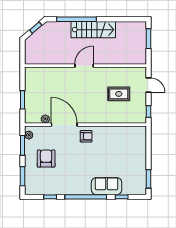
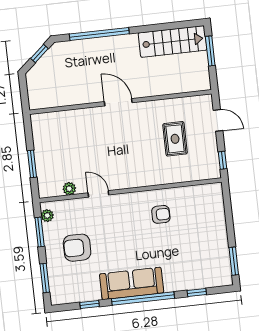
stairs: (93, 30) -> (173, 42), moved
door: (84, 66) -> (118, 102), hinge flipped
rug: (119, 94) -> (175, 139), turned 90
door: (64, 125) -> (98, 194), width x0.53
armchair: (86, 136) -> (161, 214), moved
armchair: (46, 159) -> (77, 248), turned -90
sofa: (107, 186) -> (132, 283), moved, width x1.36

